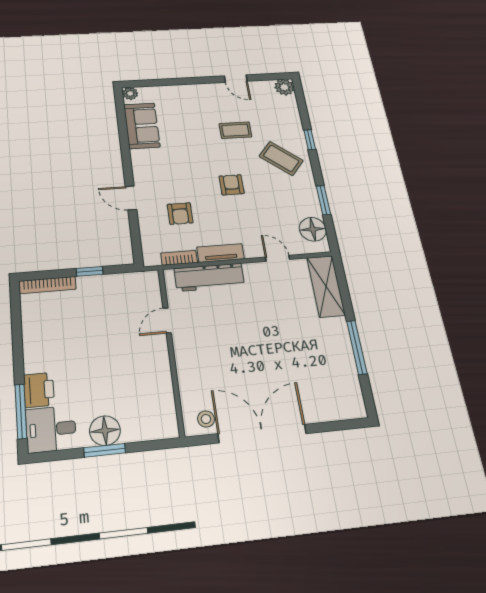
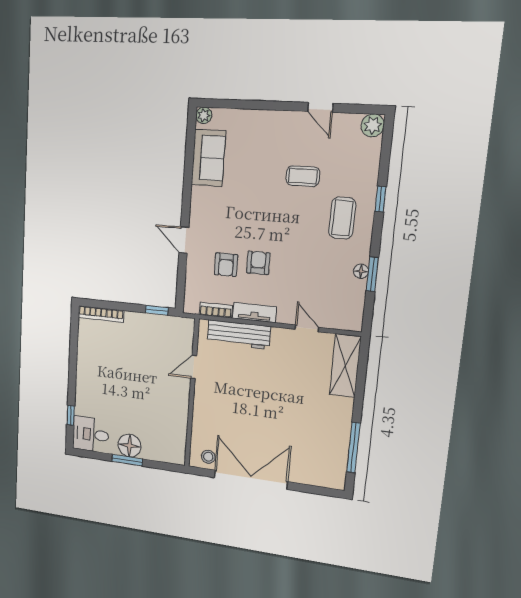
coffee table: (281, 158) -> (342, 218), turned 51
armchair: (232, 185) -> (258, 263), moved
floor lamp: (313, 229) -> (361, 271), moved, width x0.53, depth x0.53
window: (90, 271) -> (157, 310), moved
window: (357, 347) -> (353, 448), moved
printer: (39, 390) -> (85, 402), removed
window: (21, 411) -> (71, 415), width x0.46

